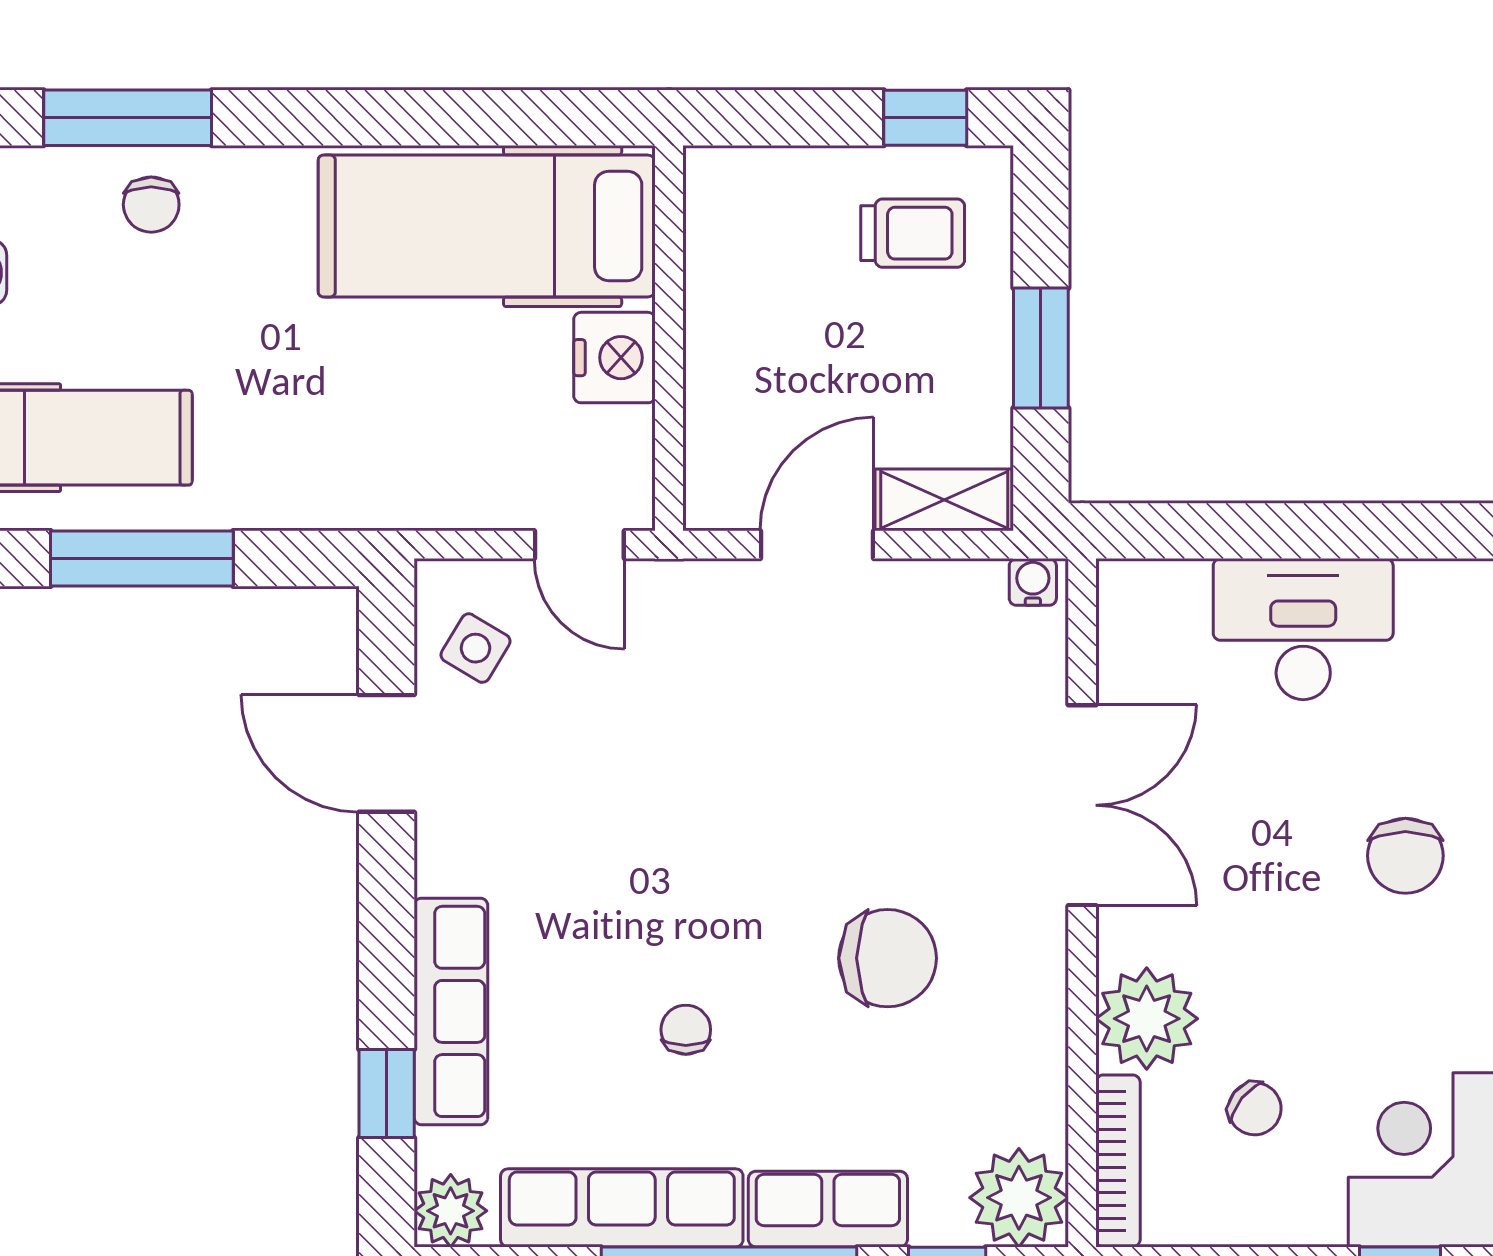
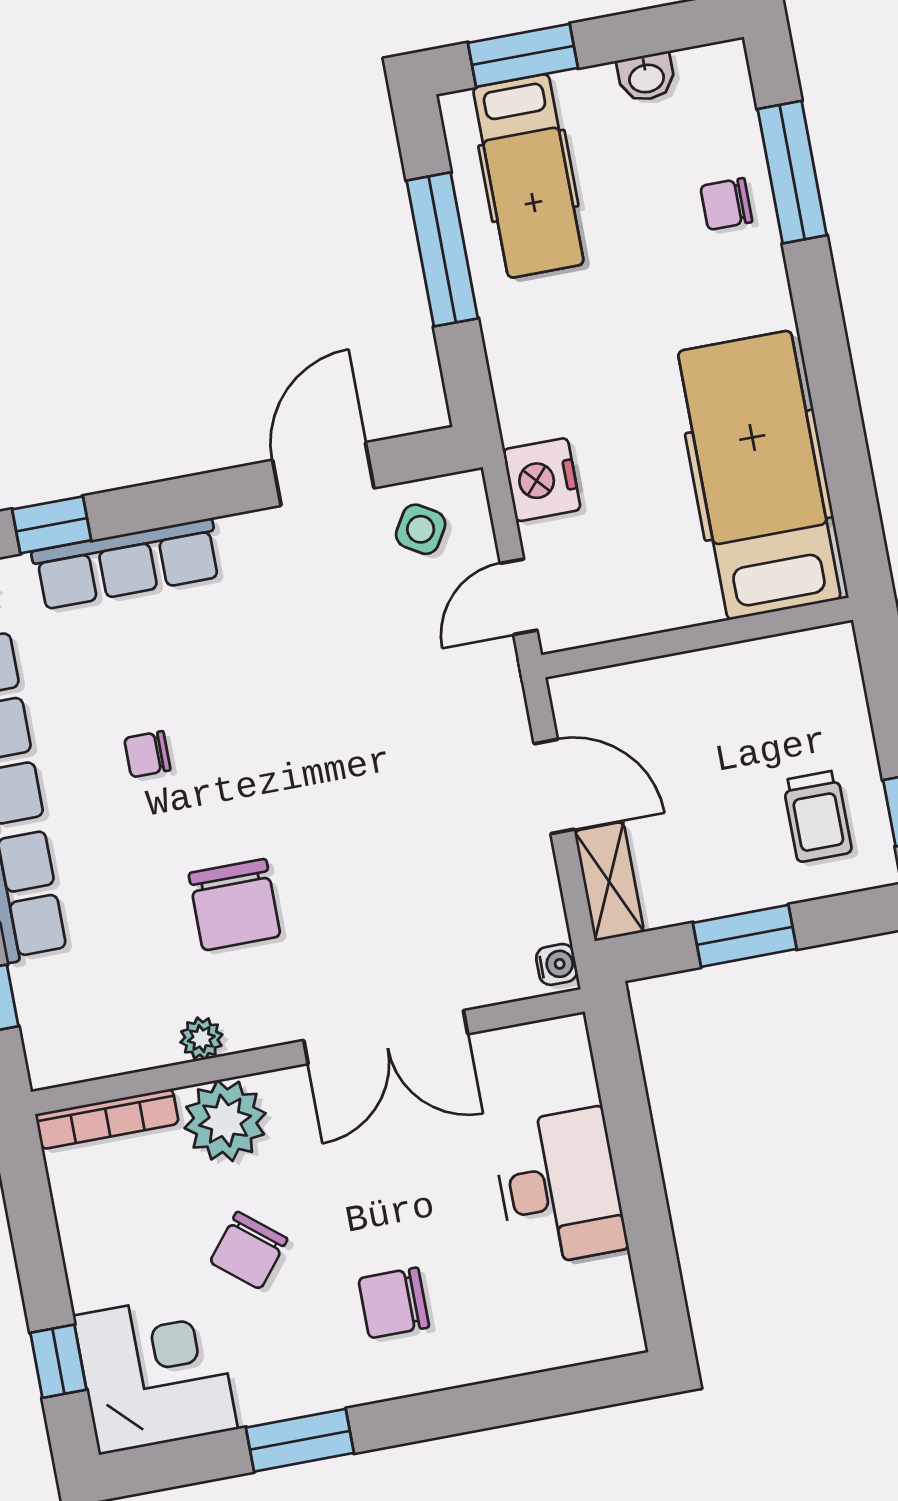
nightstand: (615, 358) -> (542, 480), moved, turned 90
chair: (686, 1030) -> (147, 754), turned 180
chair: (1255, 1109) -> (249, 1250), moved, width x1.37, depth x1.37
plant: (1019, 1198) -> (201, 1039), moved, width x0.53, depth x0.53

